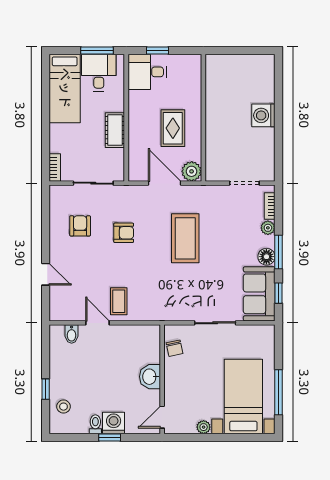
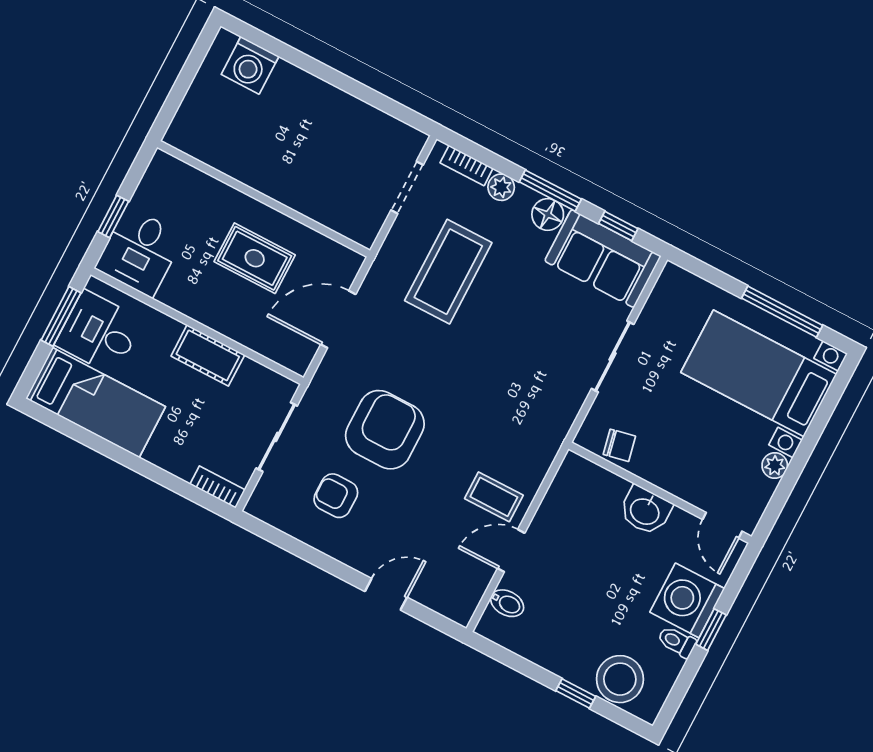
washing machine: (263, 115) -> (250, 65), moved
plant: (192, 171) -> (342, 265), removed
armchair: (124, 233) -> (385, 430), width x1.88, depth x1.88
coffee table: (185, 238) -> (448, 272), moved, turned 90
stool: (63, 407) -> (620, 679), width x1.89, depth x1.89
washing machine: (114, 423) -> (687, 600), width x1.37, depth x1.37

